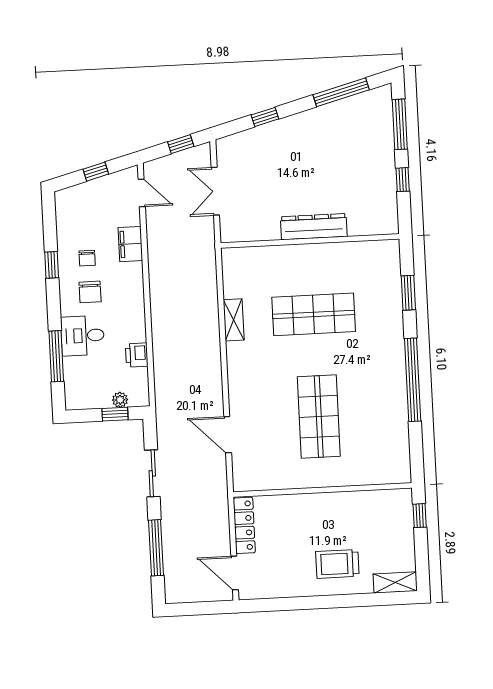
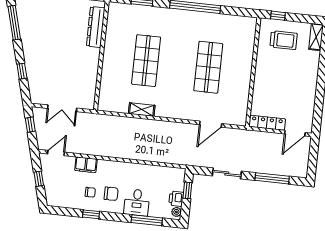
dresser: (314, 227) -> (96, 27), moved
printer: (137, 355) -> (176, 199), moved, turned 90
plant: (120, 400) -> (176, 212), moved
shop shelf: (319, 416) -> (208, 67), turned 90
trolley: (337, 564) -> (284, 40), moved, turned -90

